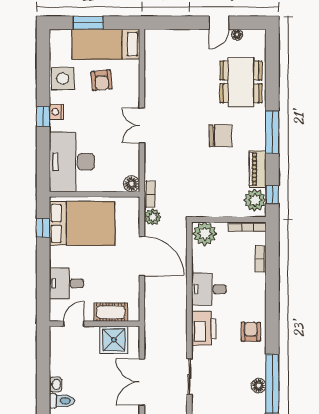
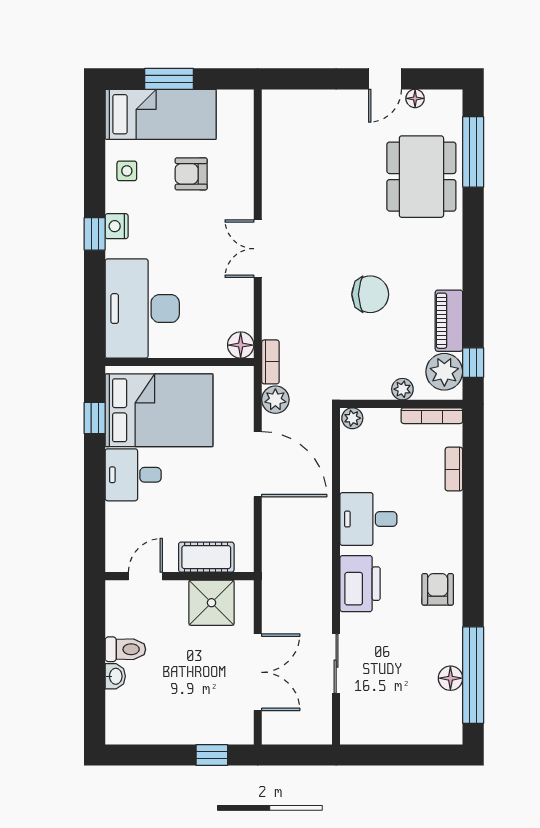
bed: (106, 44) -> (161, 114), moved, turned 180
side table: (63, 78) -> (127, 171), width x0.54, depth x0.54
armchair: (102, 80) -> (191, 174), turned 96
window: (272, 132) -> (473, 152), moved
chair: (221, 136) -> (370, 294), moved
plant: (229, 211) -> (402, 389), added
plant: (205, 234) -> (352, 418), width x0.53, depth x0.53
desk: (66, 283) -> (133, 475), moved
double door: (142, 382) -> (258, 672), swing flipped
toilet: (62, 401) -> (125, 649), moved

